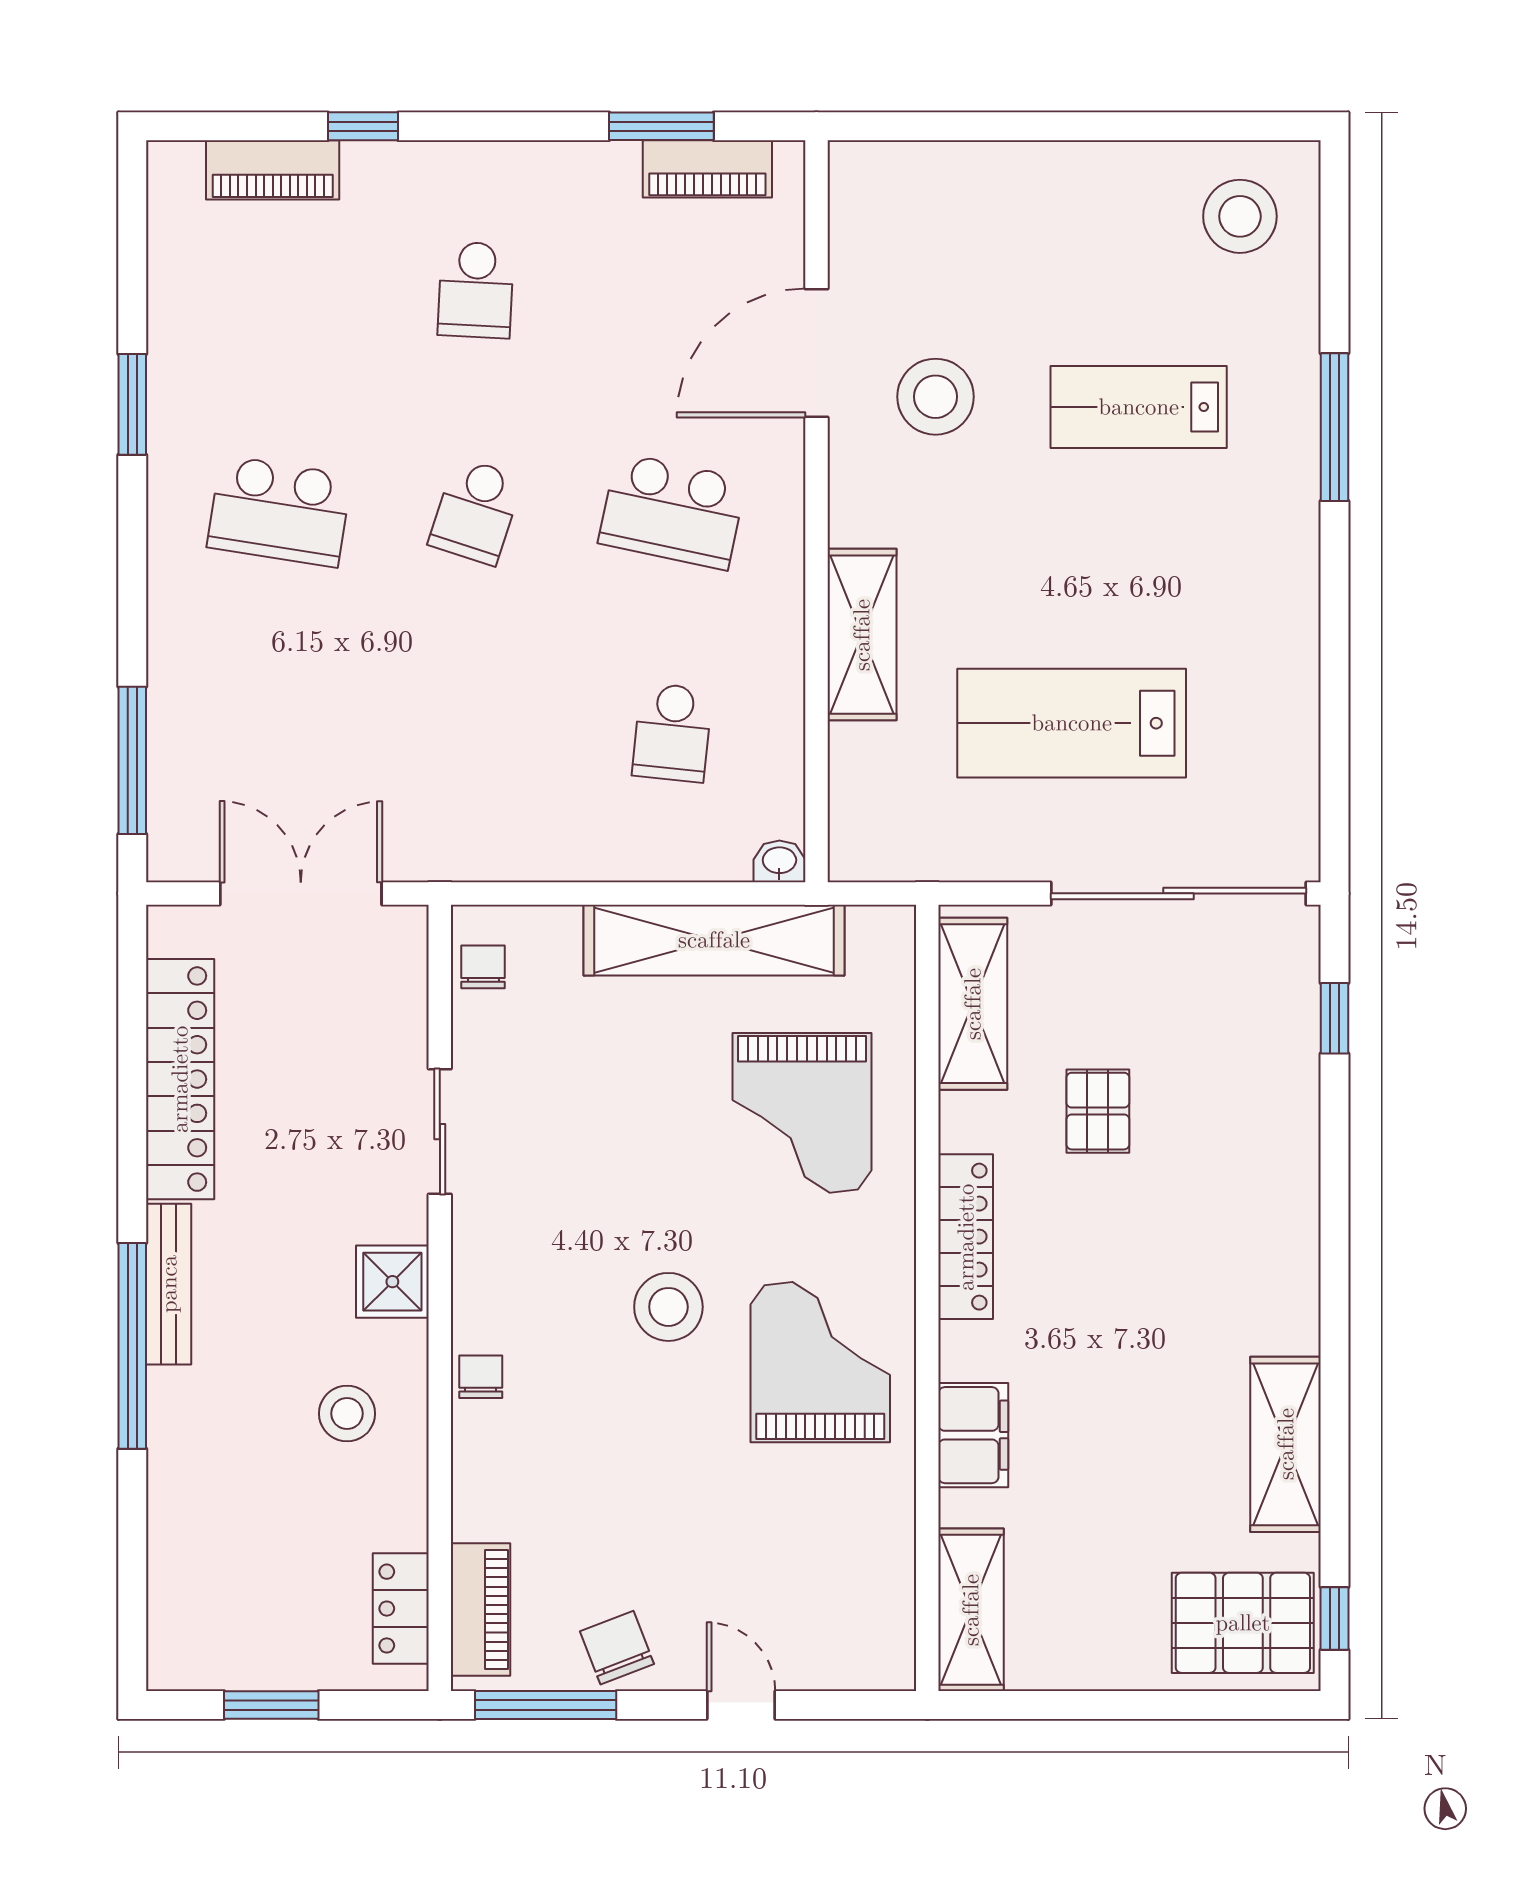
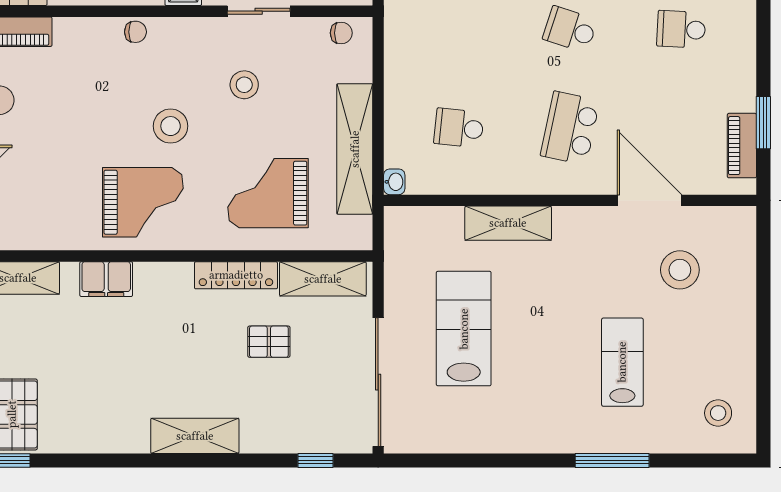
stool: (1240, 216) -> (718, 413), width x0.73, depth x0.73
stool: (936, 397) -> (680, 270), moved
stool: (586, 1160) -> (244, 85), added
locker: (966, 1237) -> (236, 275), moved
shelving: (1286, 1444) -> (195, 436), moved

